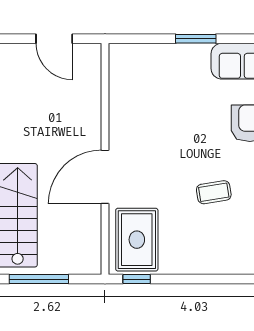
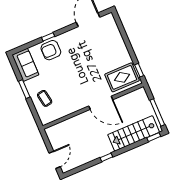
door: (54, 39) -> (55, 160), moved
coffee table: (214, 192) -> (45, 98), moved

